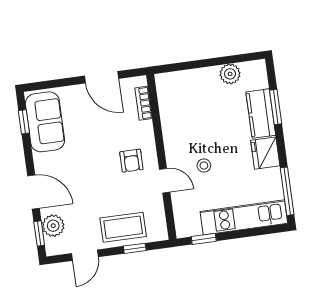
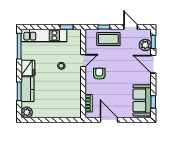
plant: (230, 74) -> (27, 112), moved
door: (165, 181) -> (83, 61), swing flipped
door: (85, 255) -> (131, 27), hinge flipped

